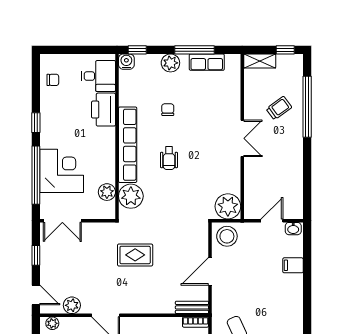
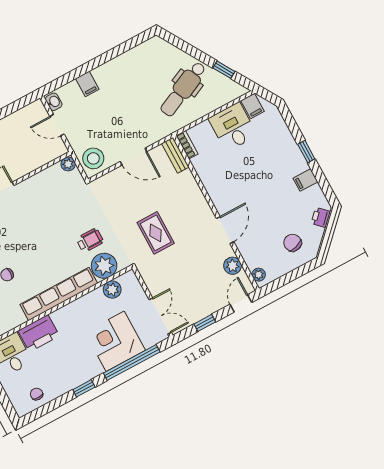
wheelchair: (169, 158) -> (90, 240), moved
plant: (228, 206) -> (68, 164), width x0.53, depth x0.53

